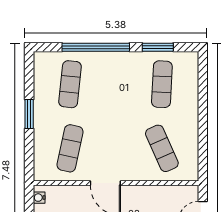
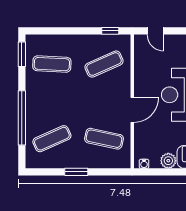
window: (158, 47) -> (22, 54), moved
exercise mat: (70, 84) -> (52, 139), turned -30
window: (203, 156) -> (110, 31), added

